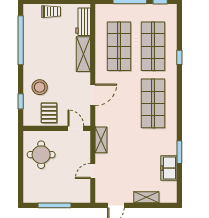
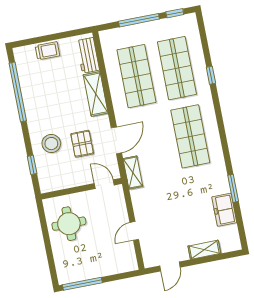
pallet: (49, 113) -> (82, 144), moved
shelving: (101, 140) -> (133, 173), moved
window: (54, 205) -> (82, 284), moved

